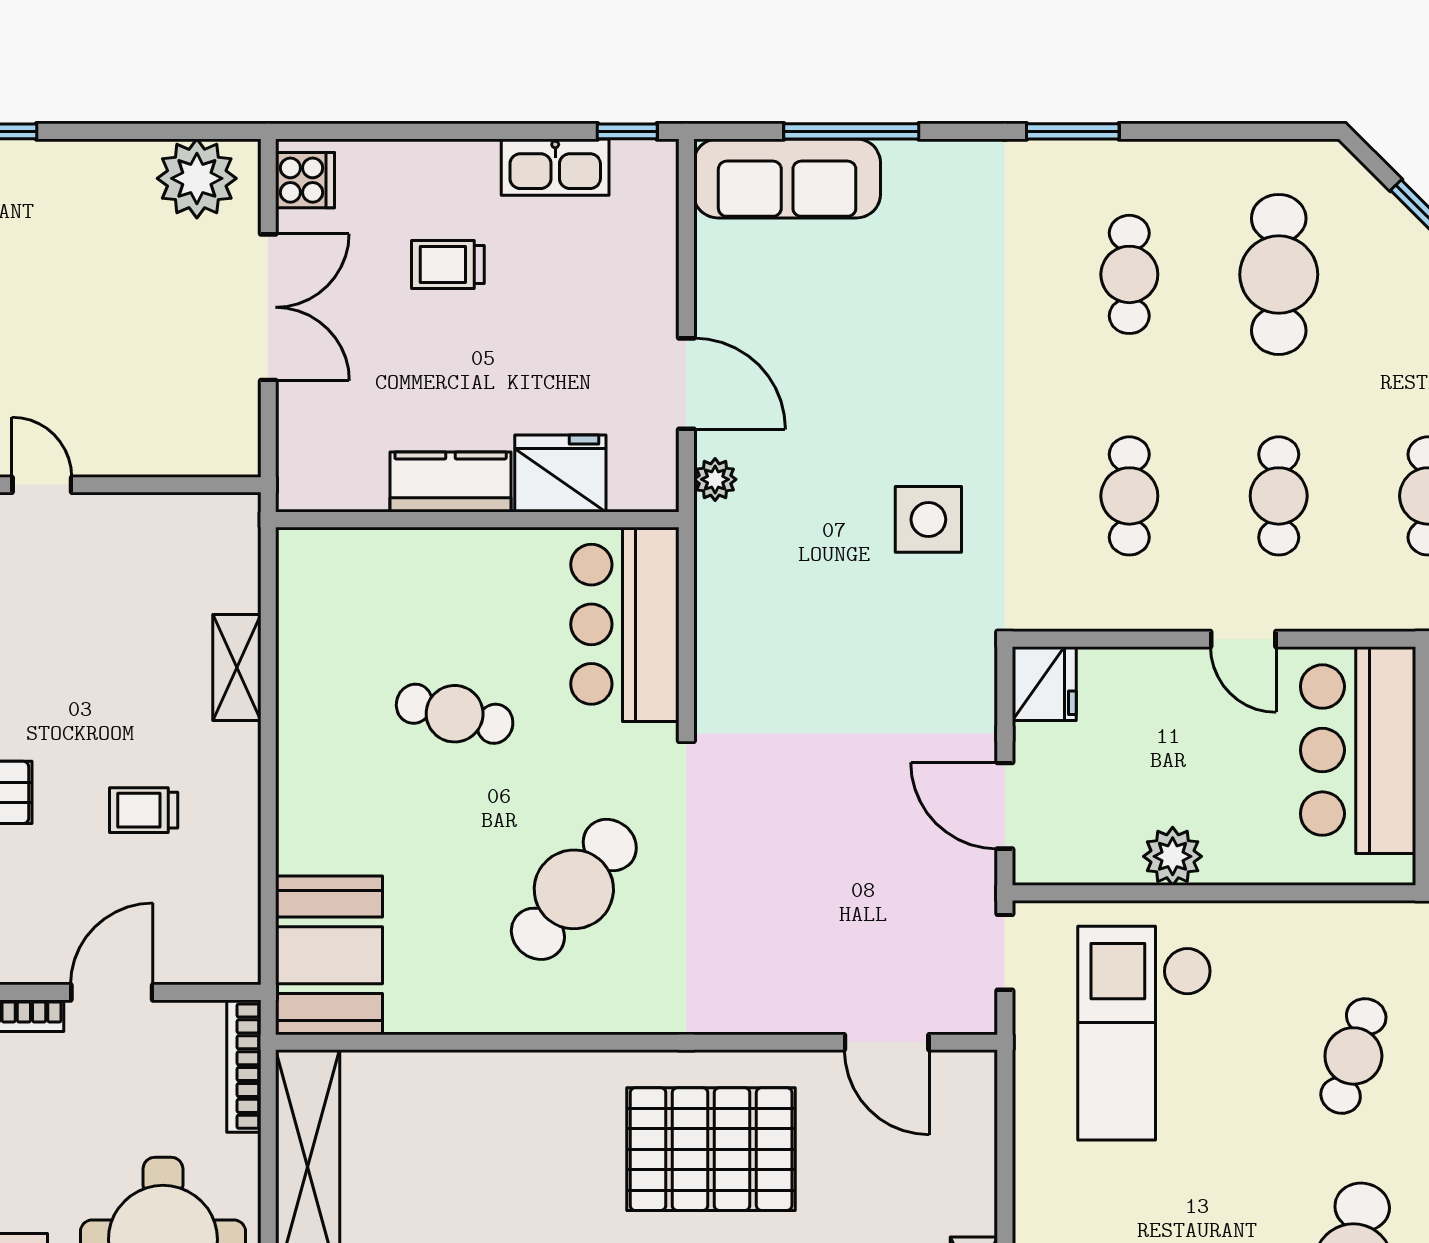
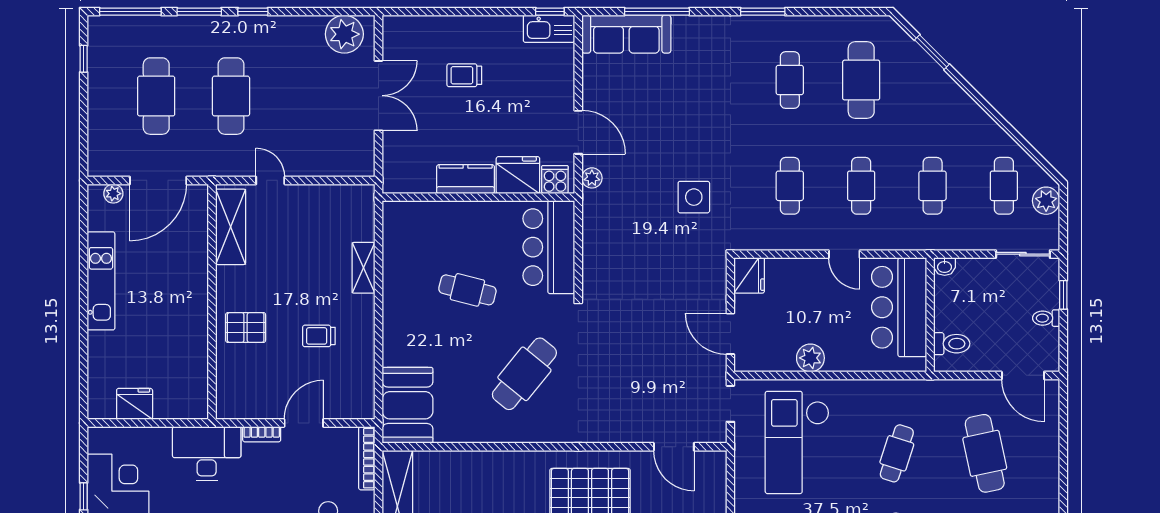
kitchen sink: (555, 167) -> (549, 29), moved
cooker: (305, 180) -> (555, 180), moved, turned -90

